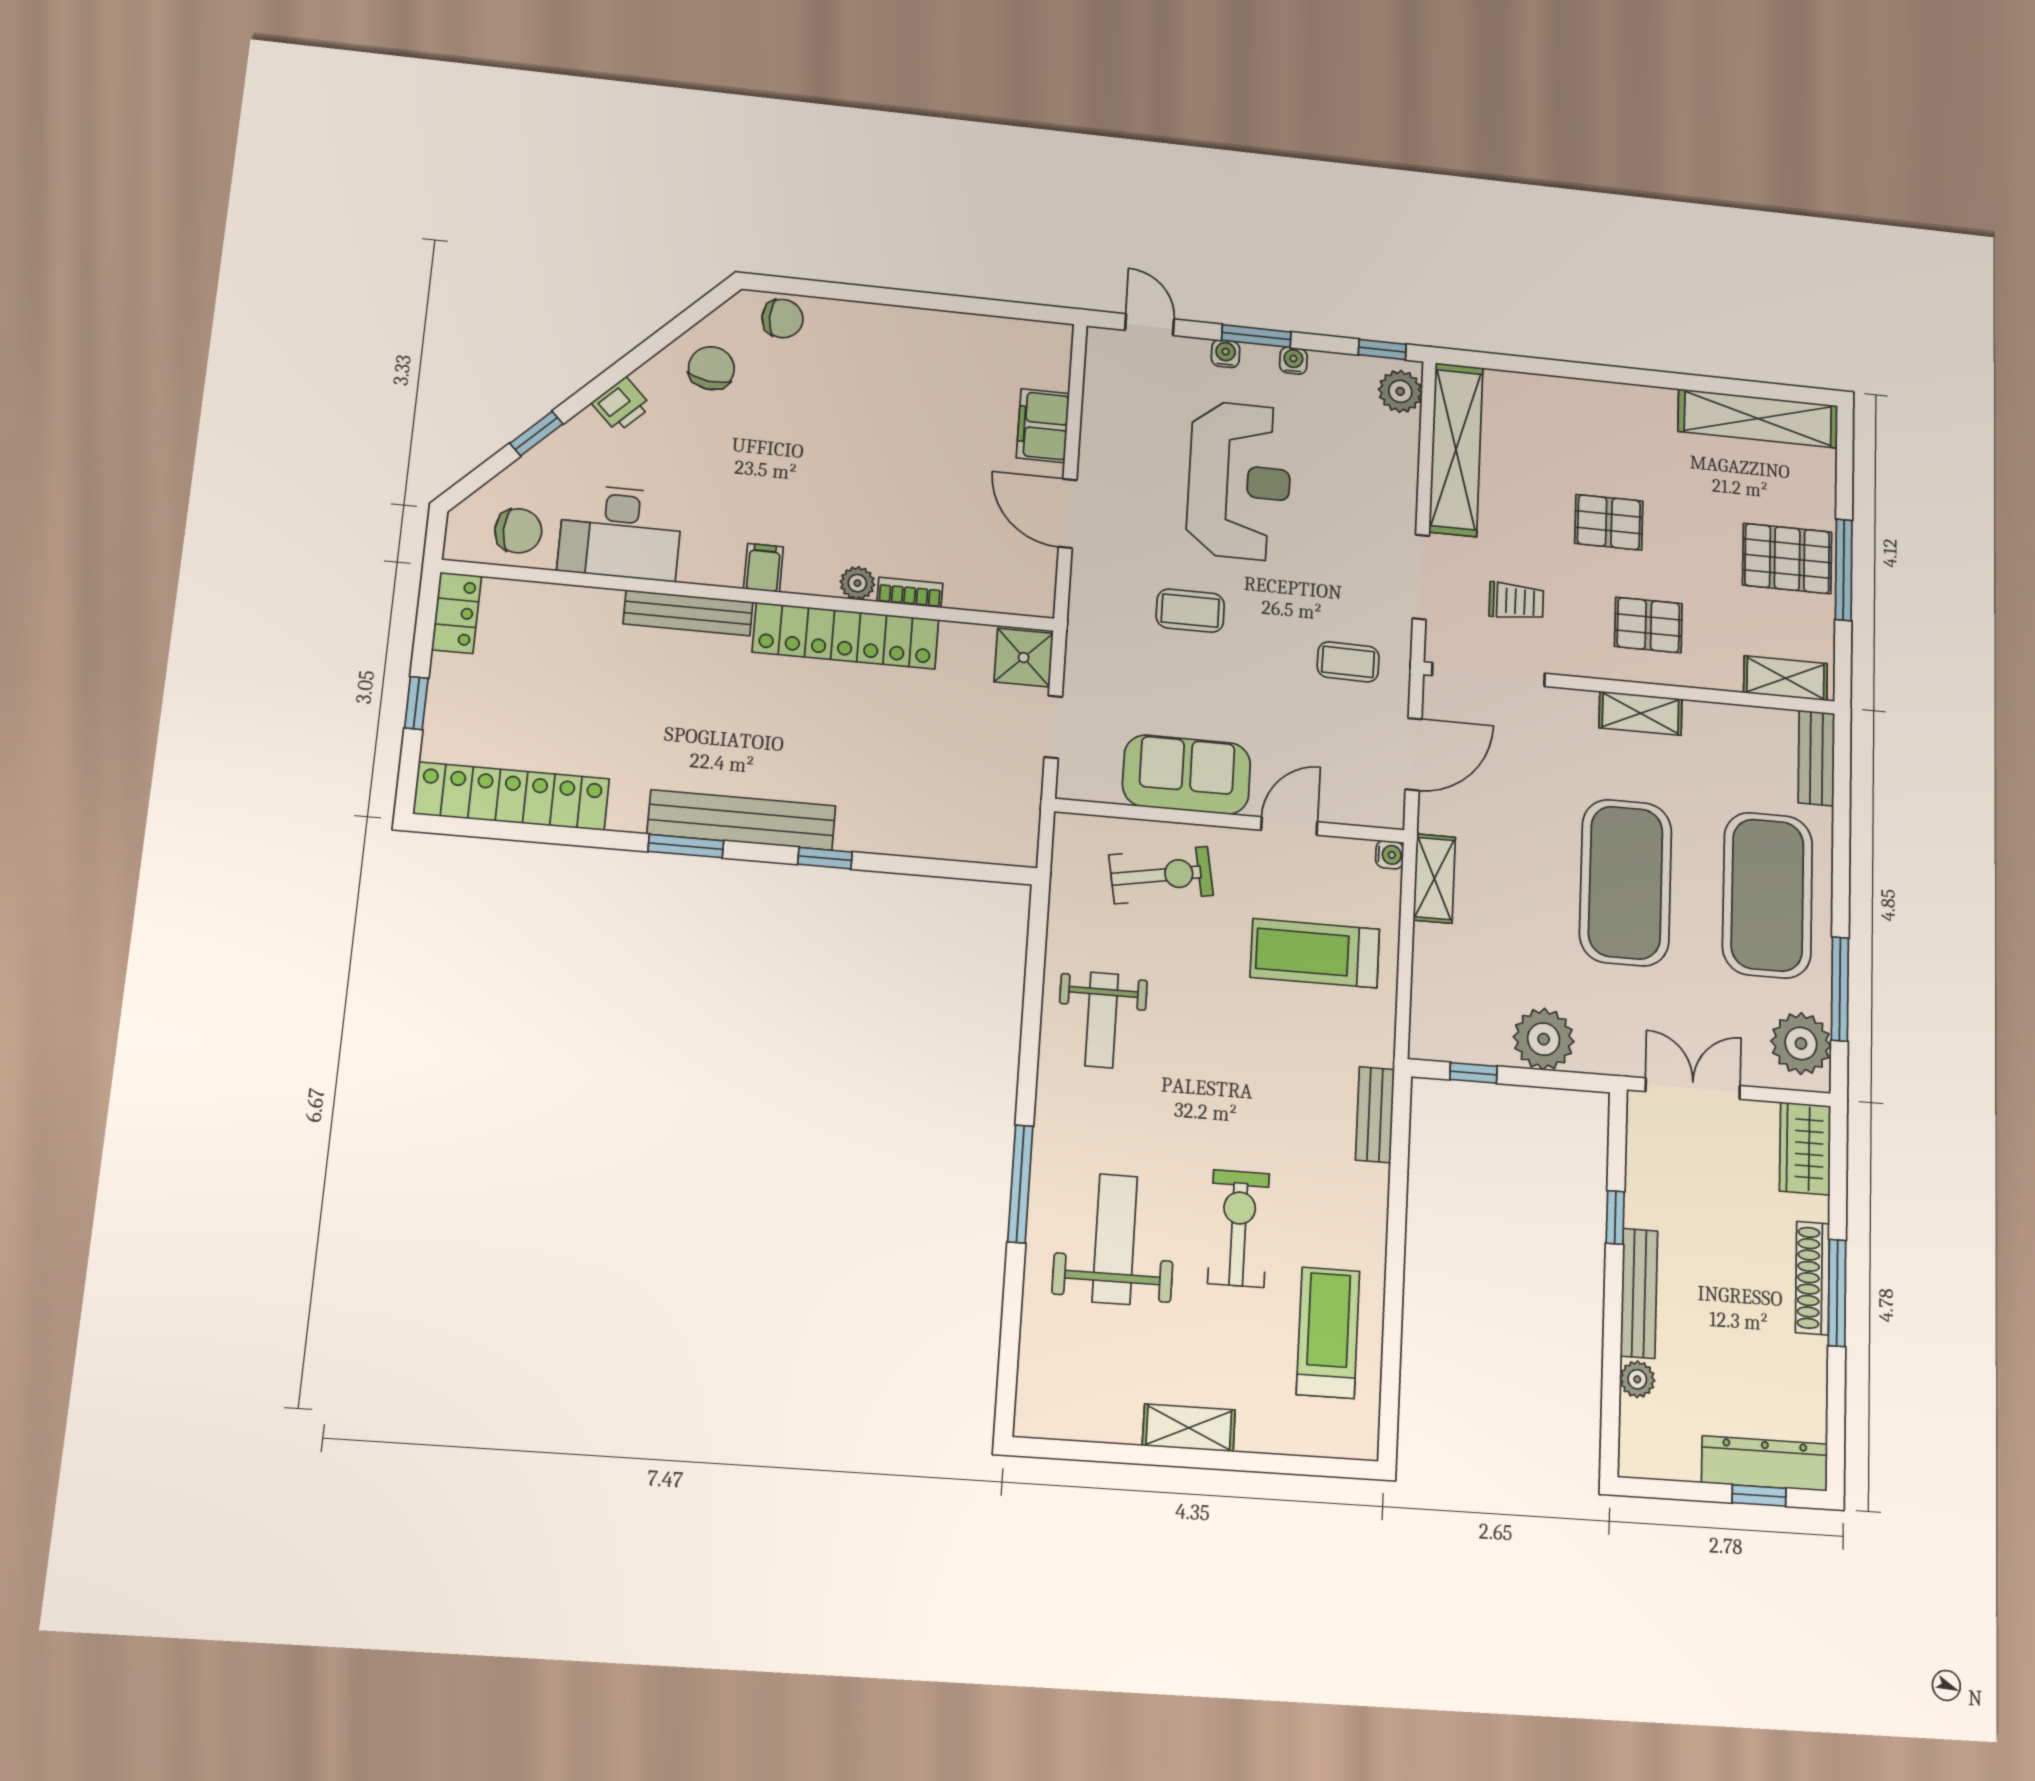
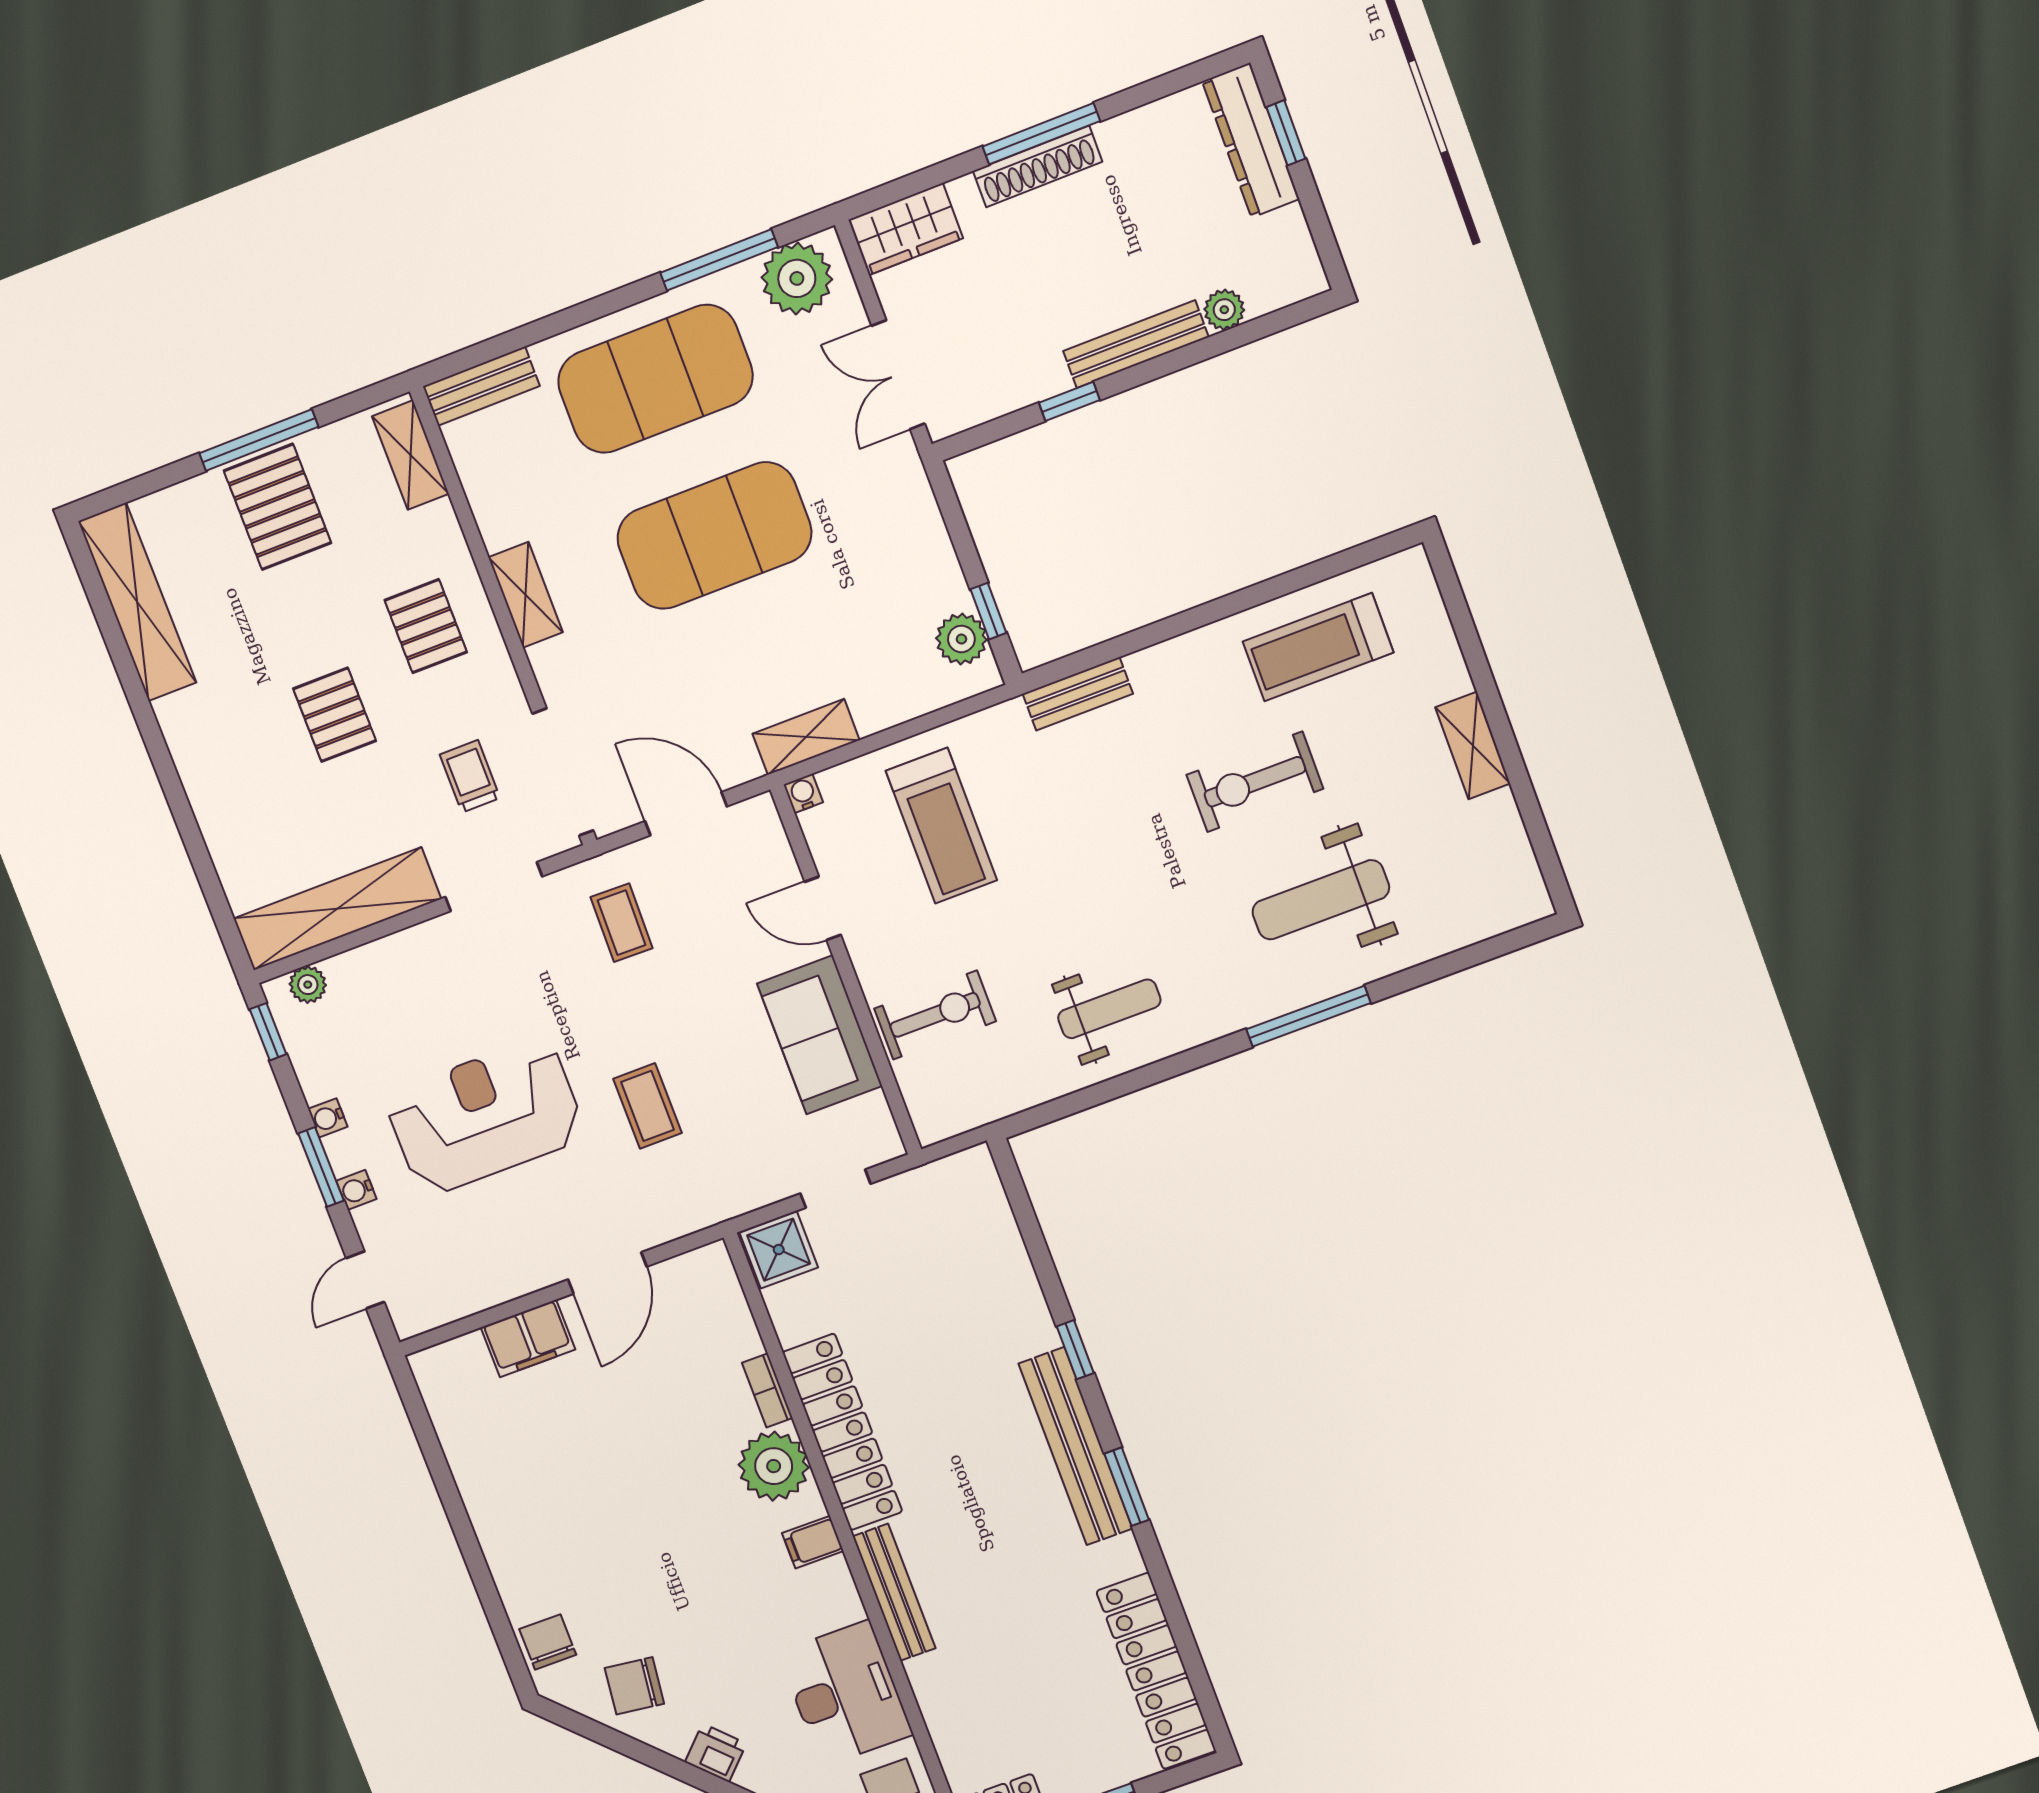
plant: (1400, 391) -> (308, 985), width x0.73, depth x0.73
plant: (857, 583) -> (774, 1466), width x1.88, depth x1.88
exercise bike: (1161, 875) -> (935, 1015), turned 100
plant: (1544, 1039) -> (961, 639), moved, width x0.73, depth x0.73

